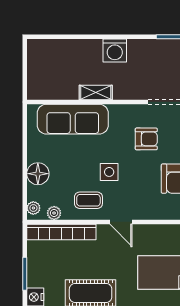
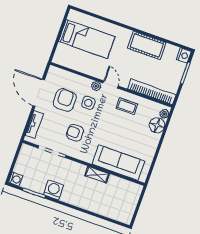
washing machine: (115, 50) -> (53, 190), moved
side table: (109, 172) -> (88, 103), moved
floor lamp: (38, 174) -> (157, 125), moved
plant: (54, 213) -> (96, 86), moved

